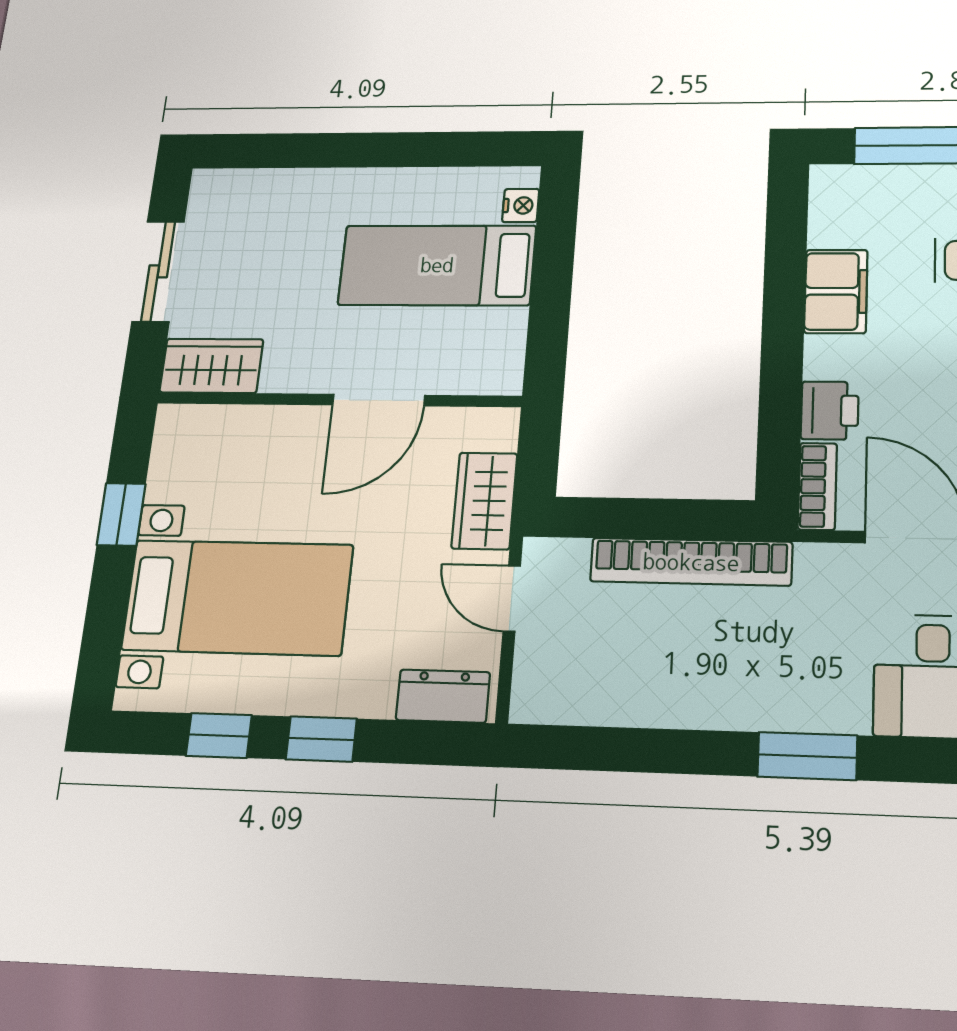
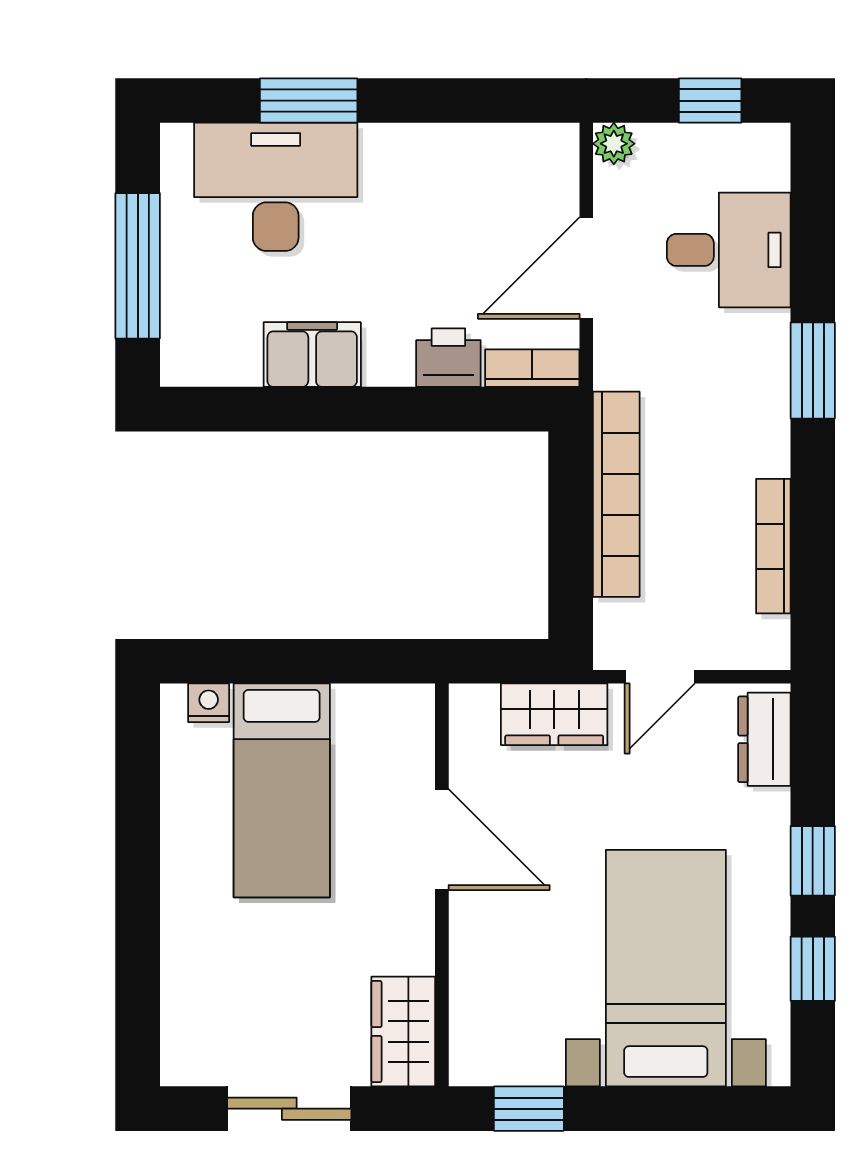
window: (121, 514) -> (529, 1109), moved
bookcase: (632, 711) -> (773, 546), added

